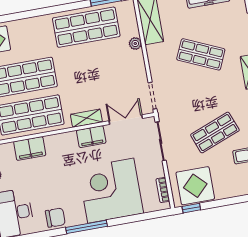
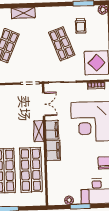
double door: (126, 120) -> (44, 104), swing flipped
filing cabinet: (30, 148) -> (53, 150), moved

